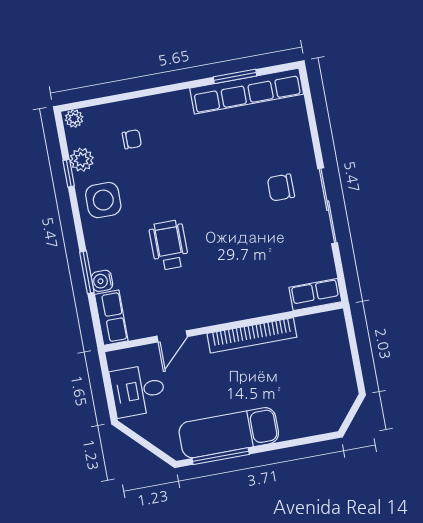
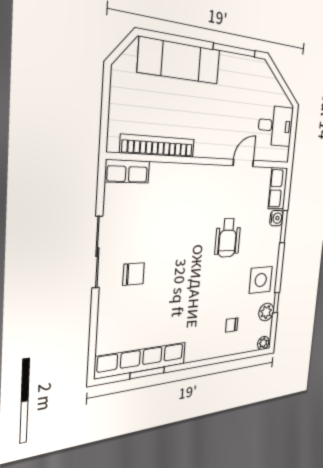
bookcase: (252, 335) -> (158, 146), moved
exam couch: (229, 433) -> (180, 61), moved

